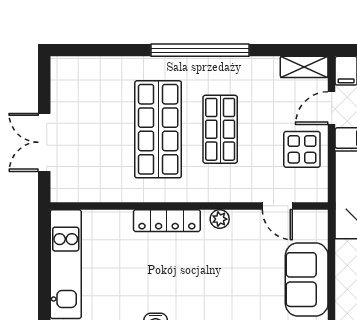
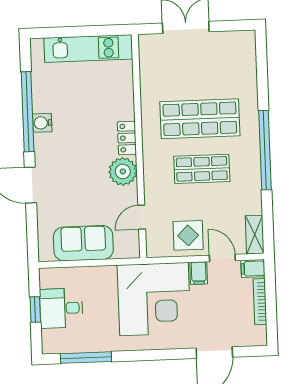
plant: (220, 219) -> (123, 171), width x1.88, depth x1.88
locker: (167, 221) -> (127, 138), width x0.66

